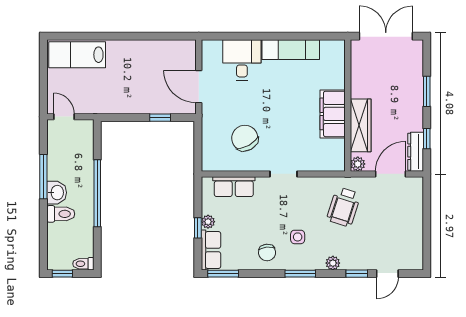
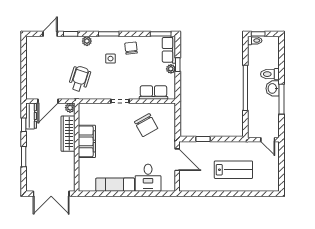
lab bench: (77, 55) -> (233, 170), moved
window: (62, 274) -> (258, 34), moved

